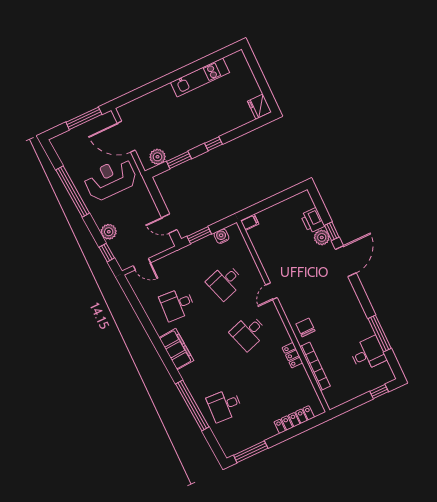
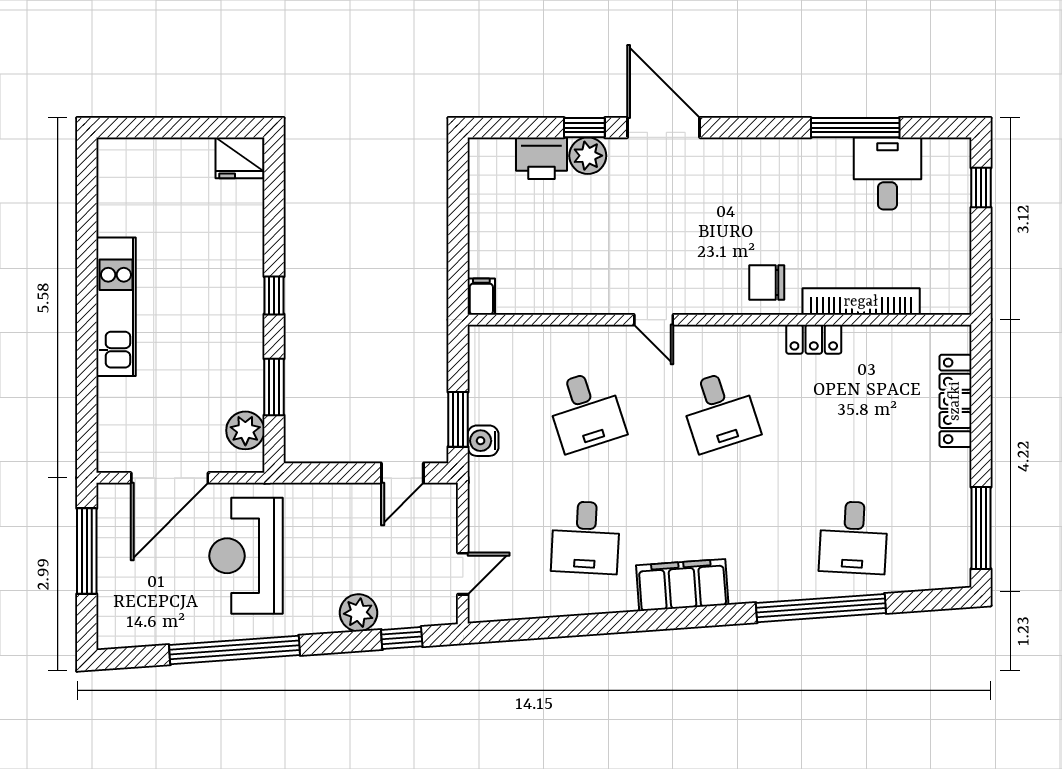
kitchen unit: (200, 77) -> (116, 307), moved
water cooler: (222, 236) -> (483, 441), moved

